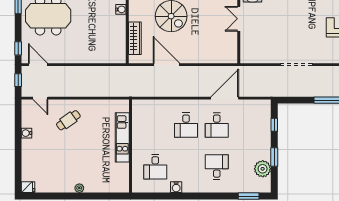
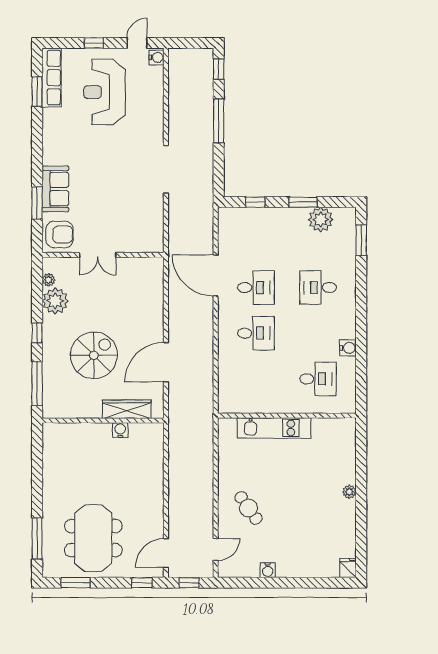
water cooler: (121, 9) -> (120, 430), moved

